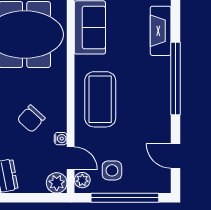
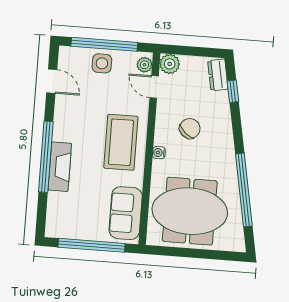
fireplace: (161, 31) -> (60, 167), moved
water cooler: (61, 139) -> (159, 153), moved
side table: (112, 170) -> (102, 63), moved

